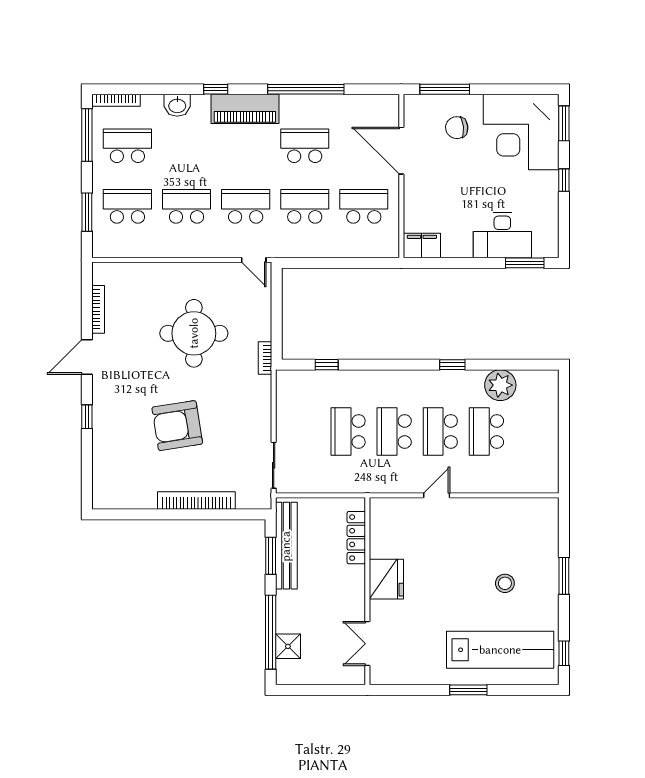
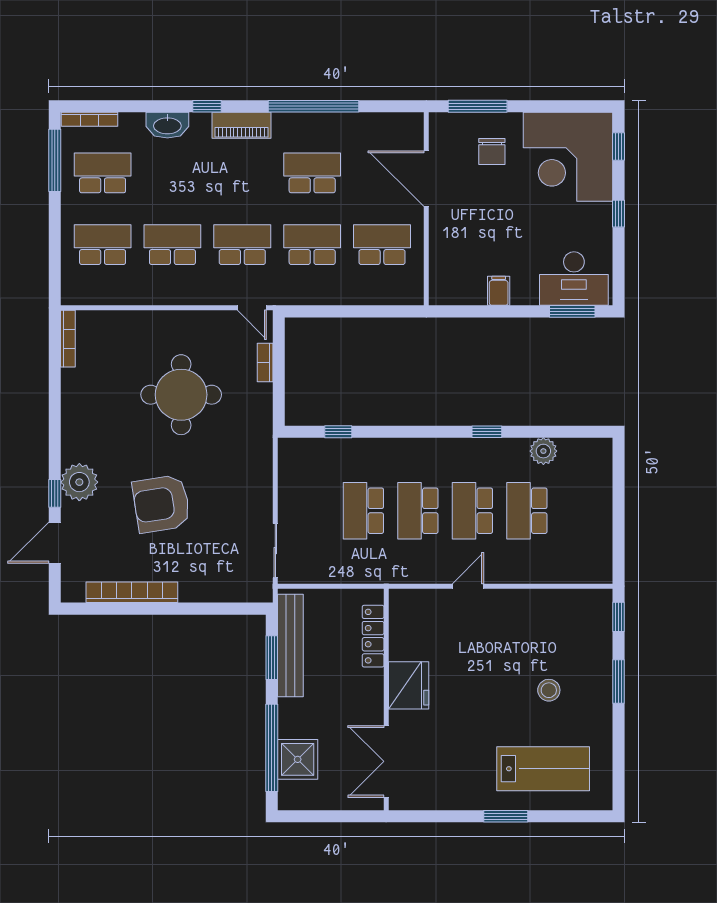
washbasin: (177, 105) -> (167, 125), width x1.38
piano: (245, 109) -> (242, 125), width x0.73, depth x0.75
window: (564, 123) -> (619, 146), width x0.67
chair: (457, 128) -> (492, 151), turned -84
window: (87, 212) -> (55, 251), removed
desk: (502, 235) -> (574, 279), moved
filing cabinet: (422, 245) -> (499, 291), moved, width x0.50
bookcase: (98, 309) -> (68, 339), moved
door: (87, 357) -> (55, 543), moved
bookcase: (265, 358) -> (265, 363), moved
plant: (500, 385) -> (543, 451), width x0.73, depth x0.73
plant: (108, 407) -> (79, 482), added
bookcase: (196, 501) -> (132, 592), moved
double door: (367, 644) -> (386, 761), width x1.37
shower: (288, 646) -> (298, 759), width x1.36, depth x1.36
lab bench: (500, 650) -> (543, 769), width x0.73
window: (564, 653) -> (619, 617), moved

